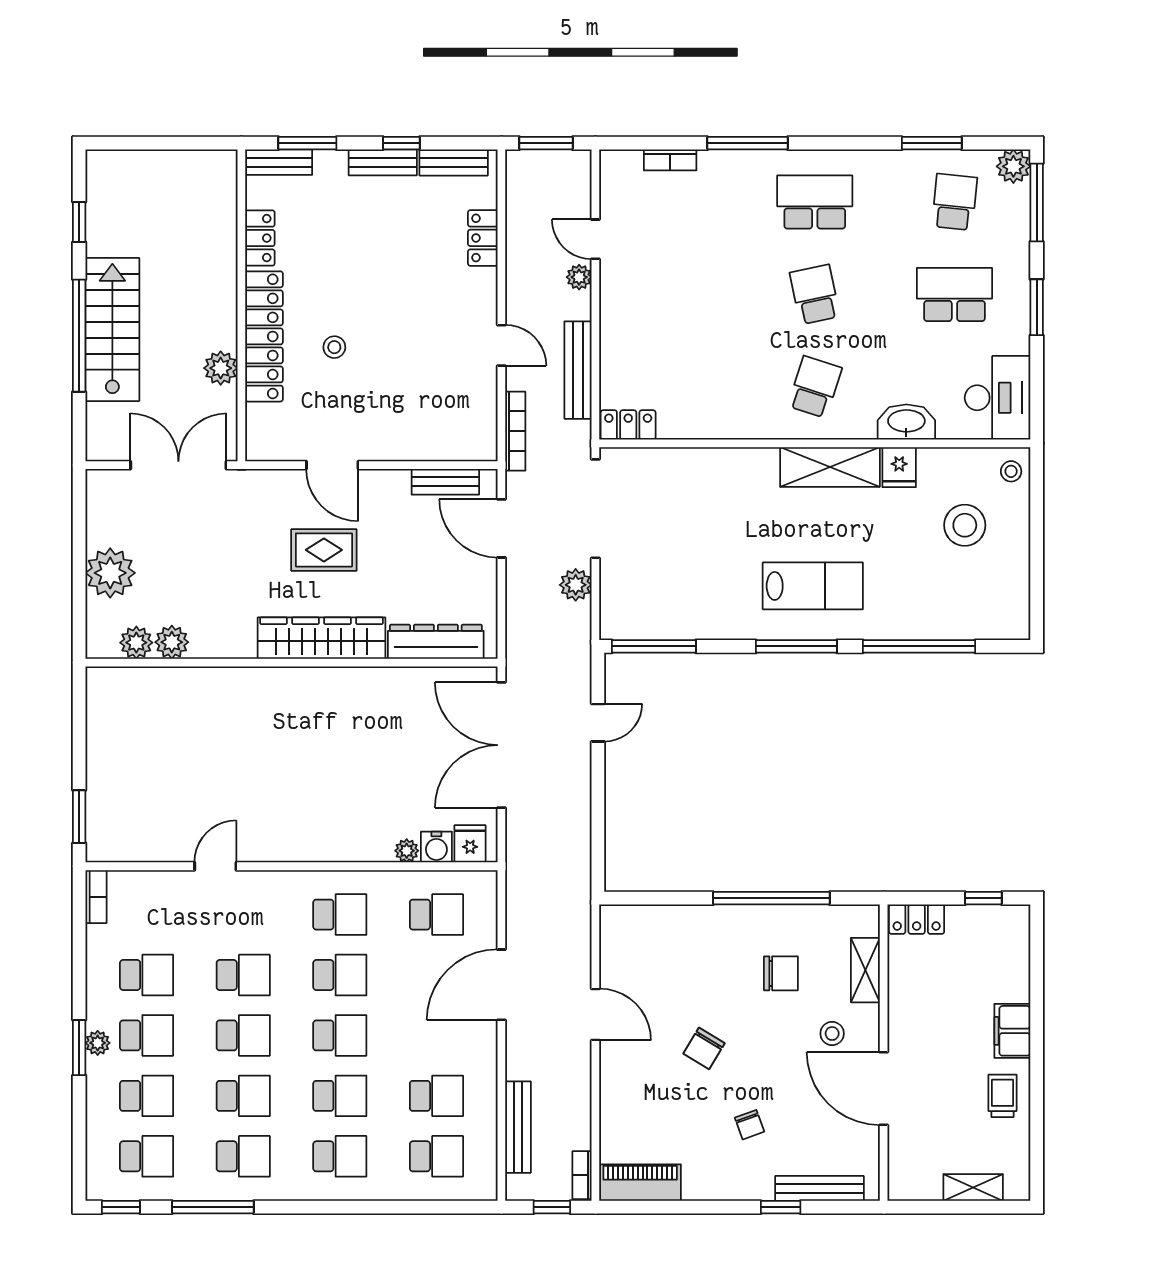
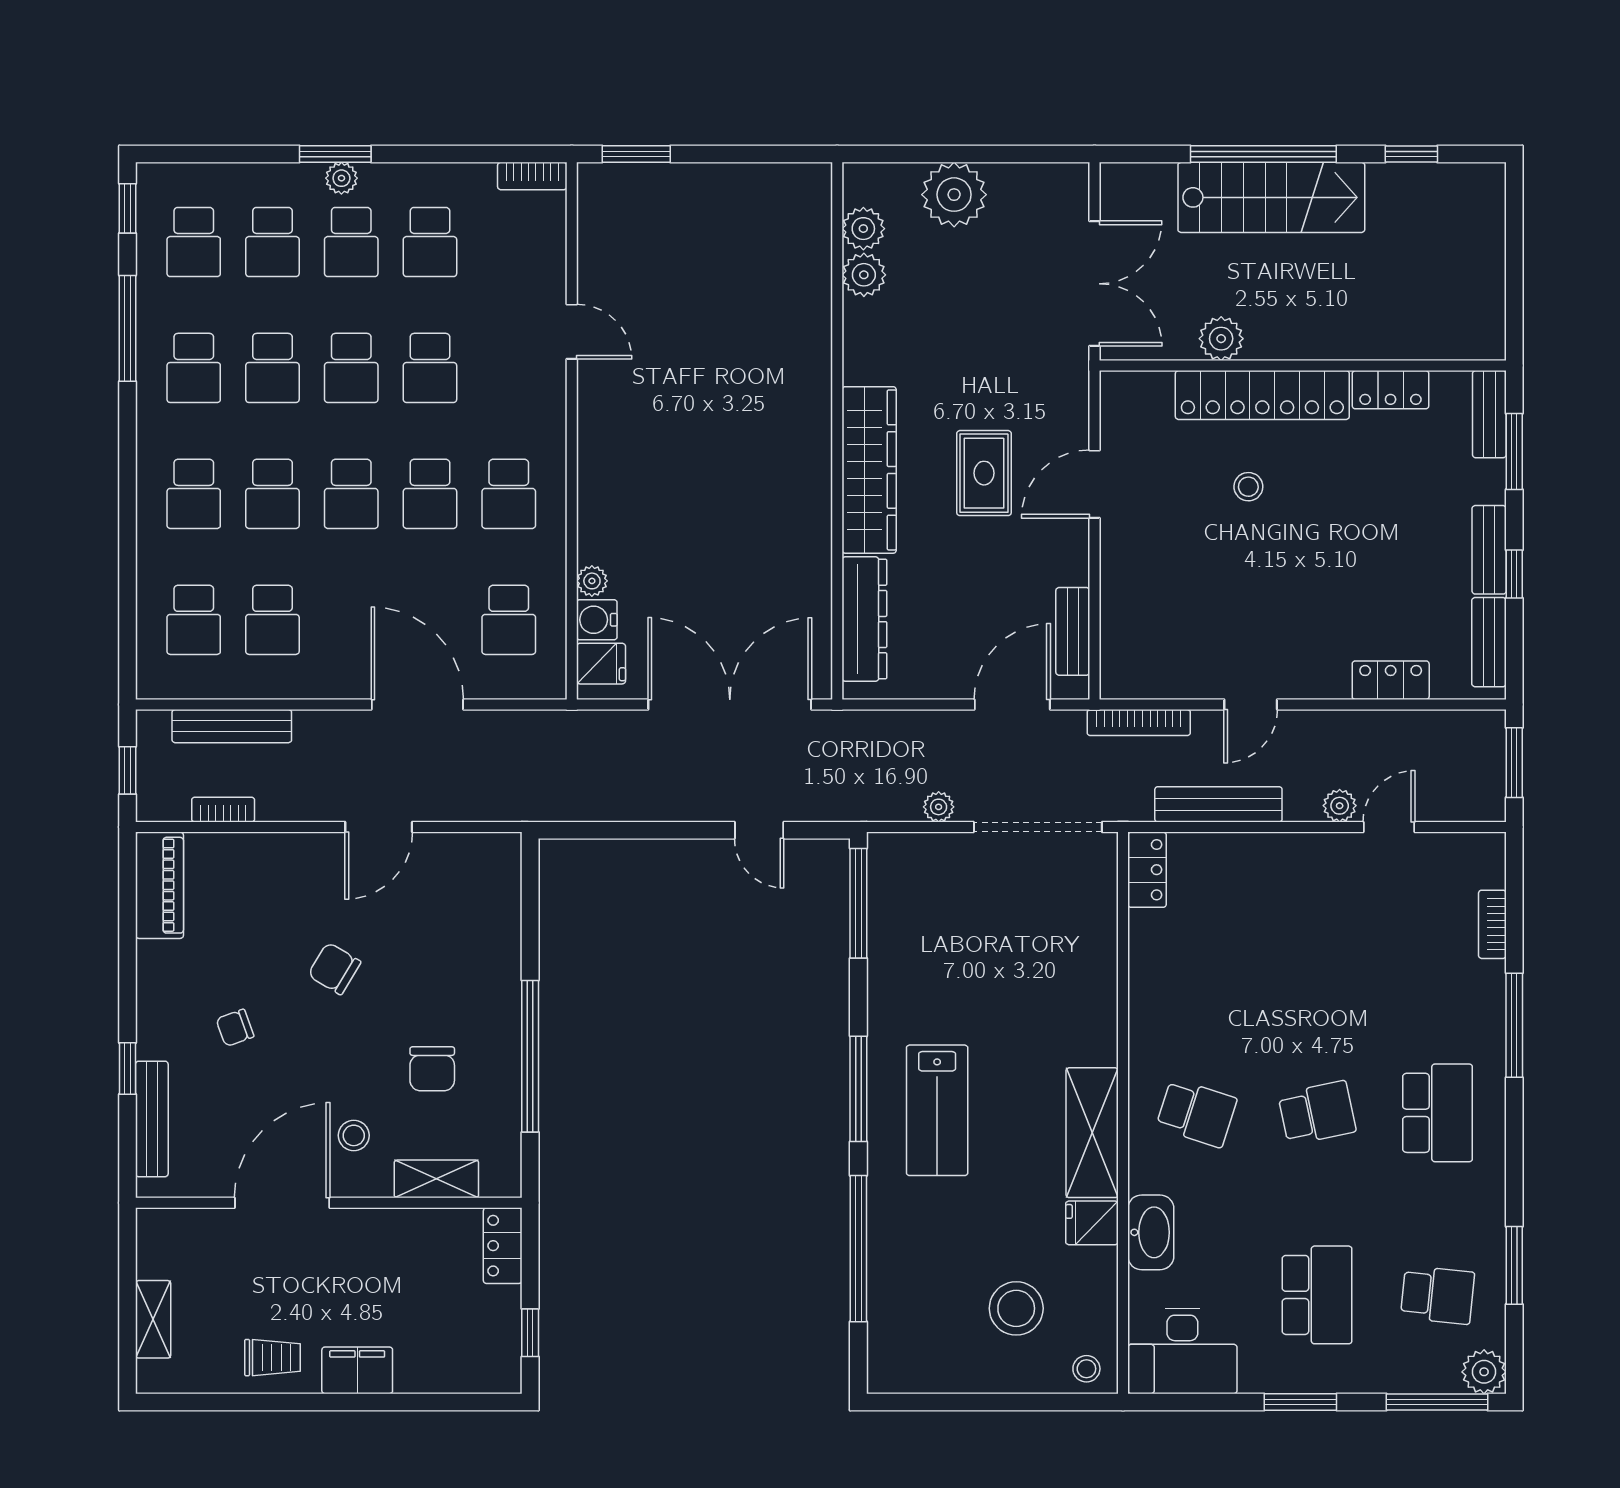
plant: (576, 585) -> (939, 807), width x0.73, depth x0.73
bookcase: (582, 1175) -> (223, 810), moved

